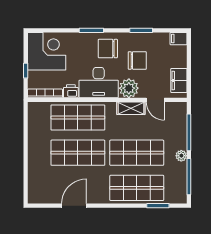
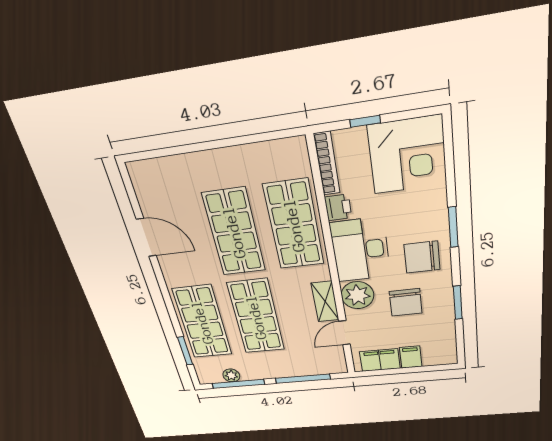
filing cabinet: (179, 39) -> (411, 357), moved
chair: (108, 49) -> (422, 257), turned -90
plant: (181, 156) -> (231, 375), moved

